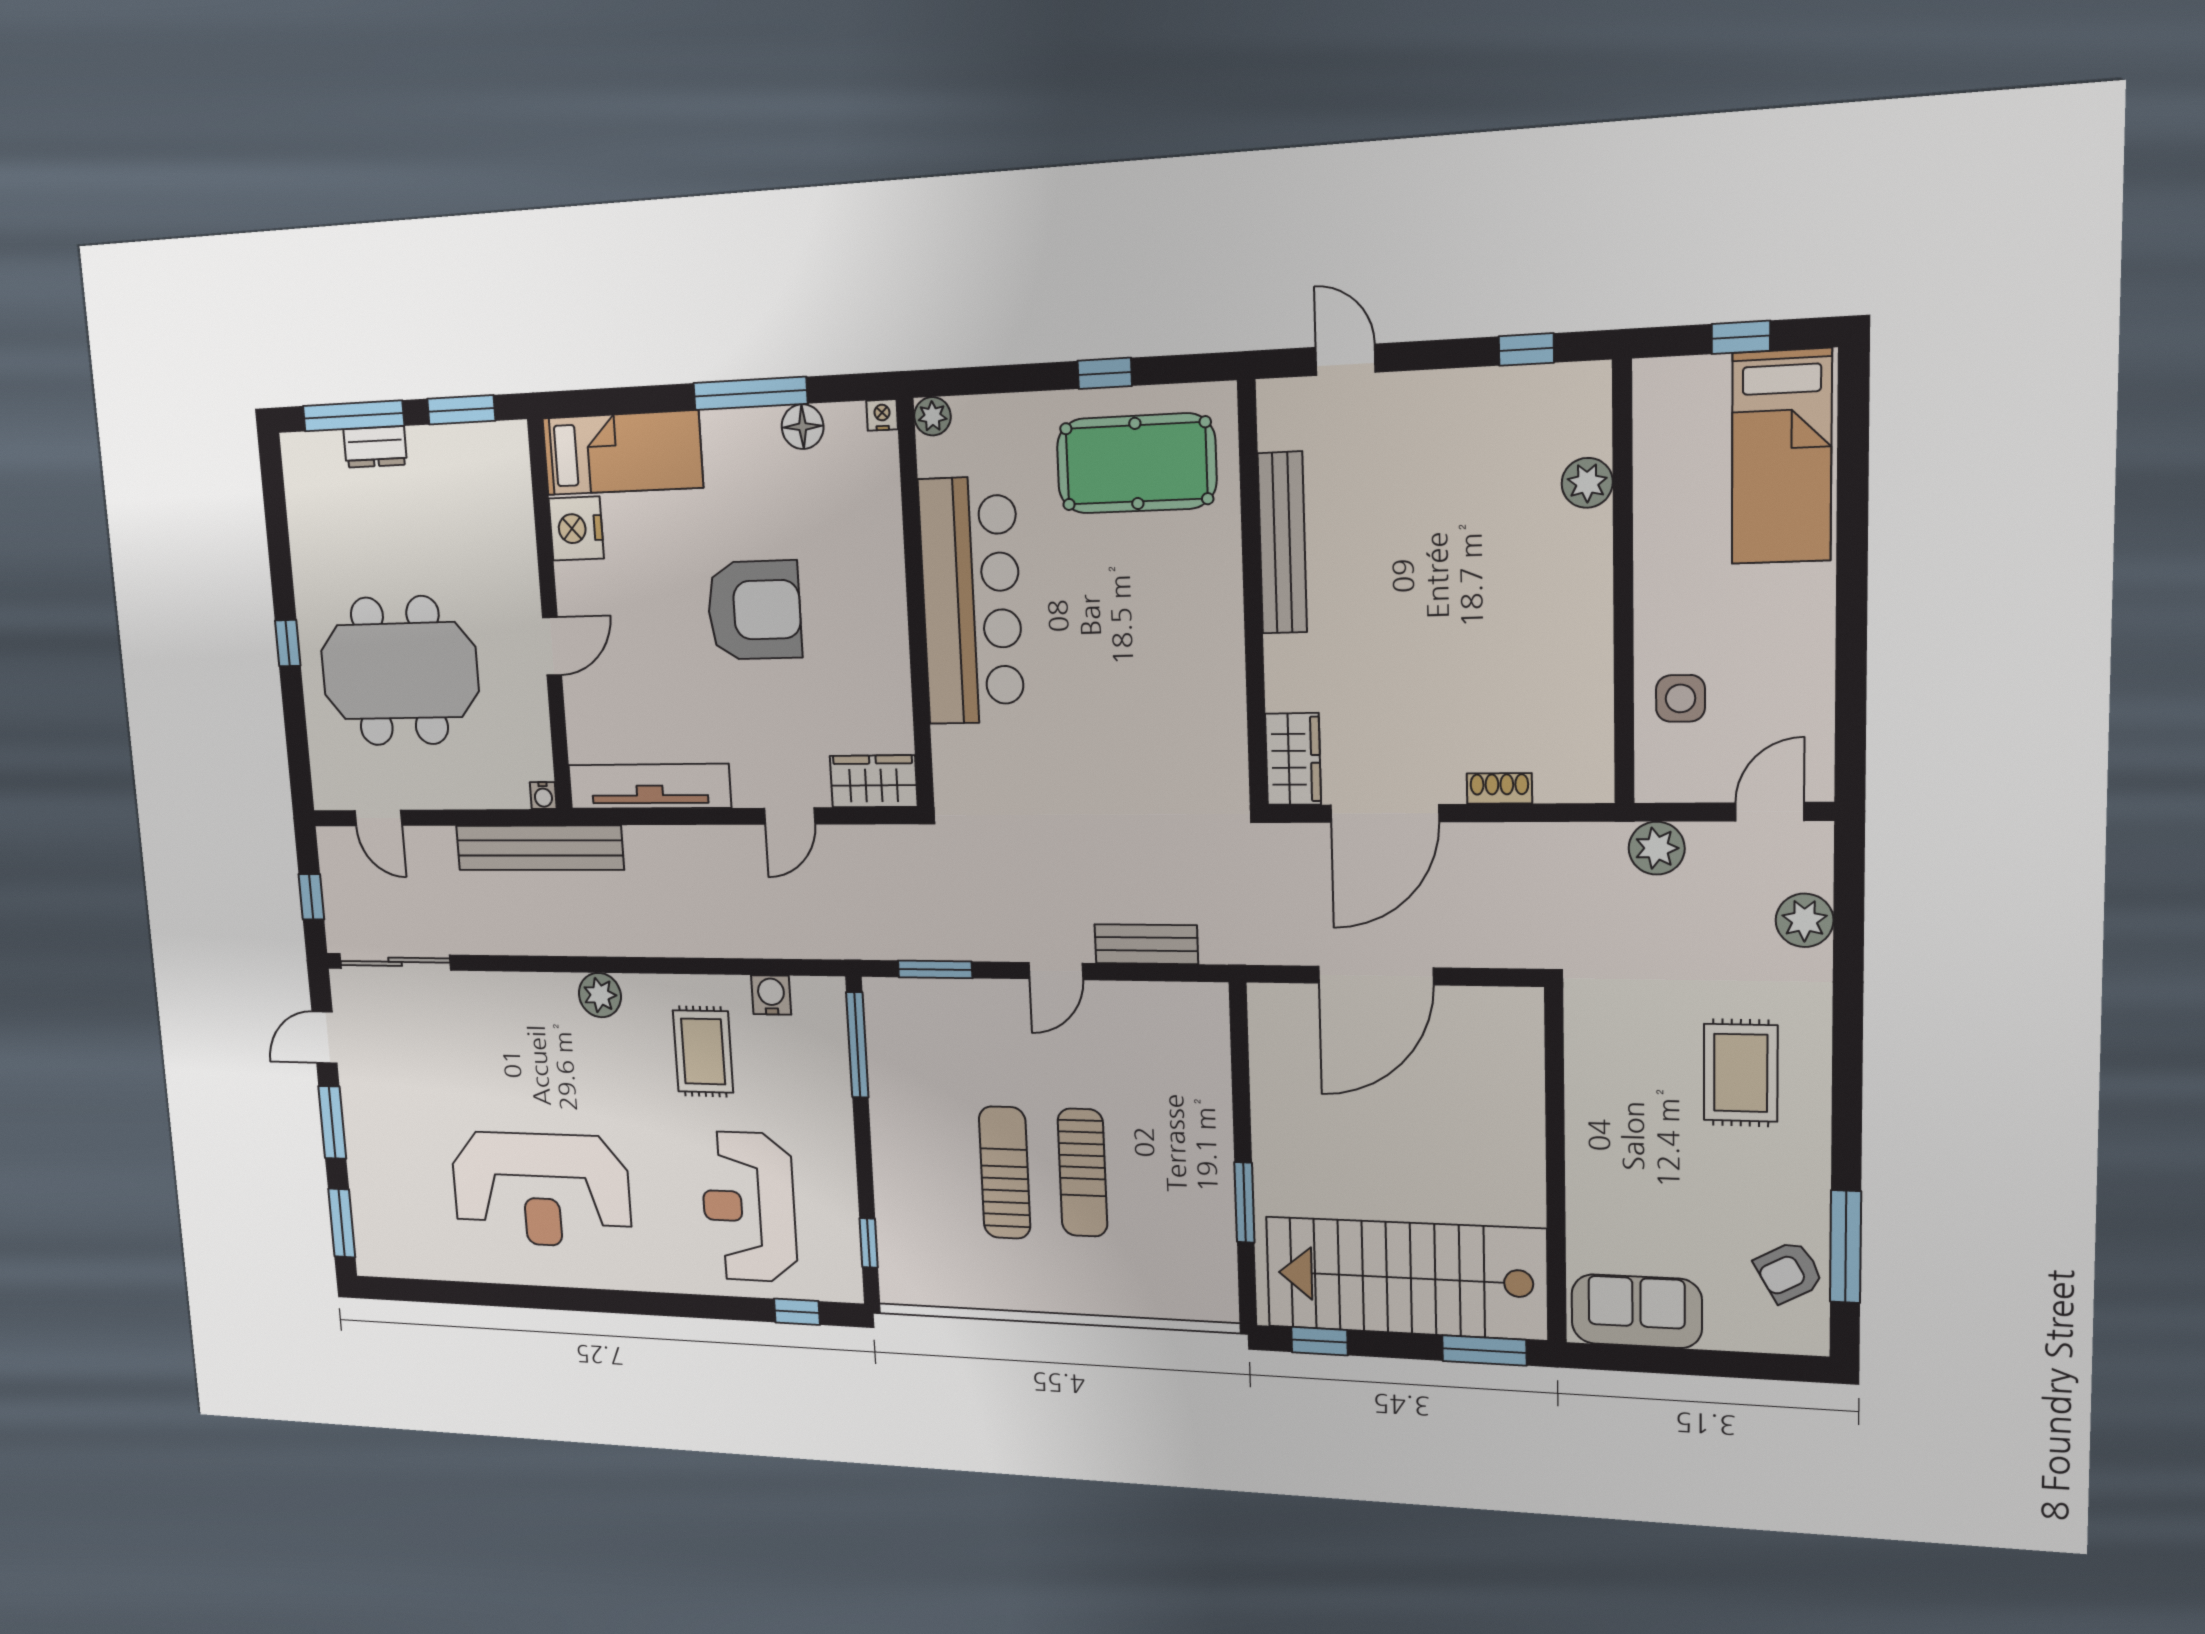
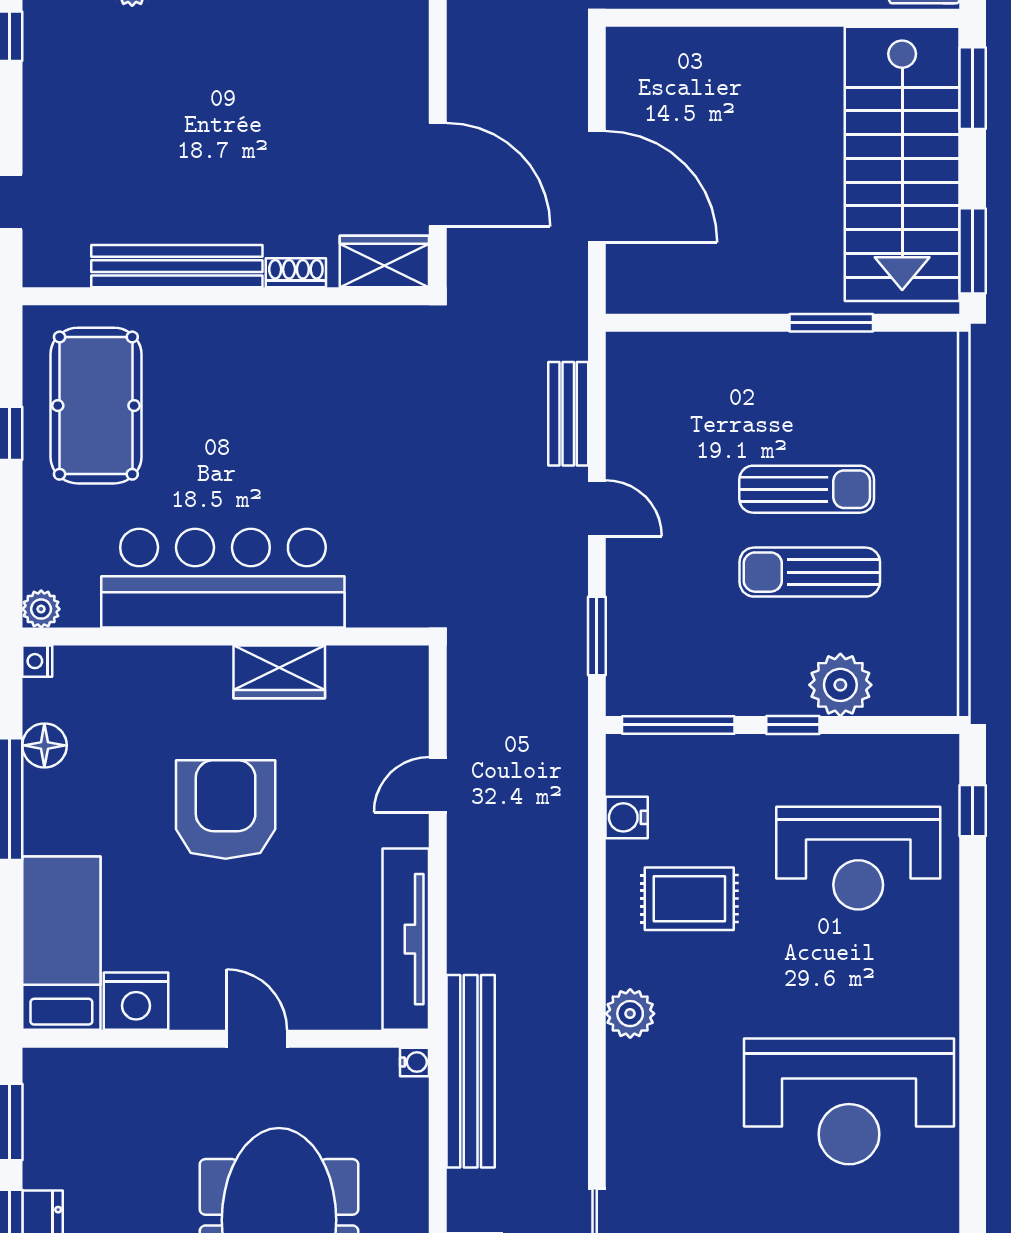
wardrobe: (874, 781) -> (279, 672), moved, turned -90
shoe rack: (1499, 788) -> (296, 273), moved, turned 90
door: (790, 816) -> (438, 785), swing flipped
reception desk: (541, 1190) -> (849, 1101), turned 90
plant: (902, 1197) -> (840, 685), added
window: (869, 1243) -> (793, 725), moved
window: (1319, 1341) -> (973, 251), width x1.50

